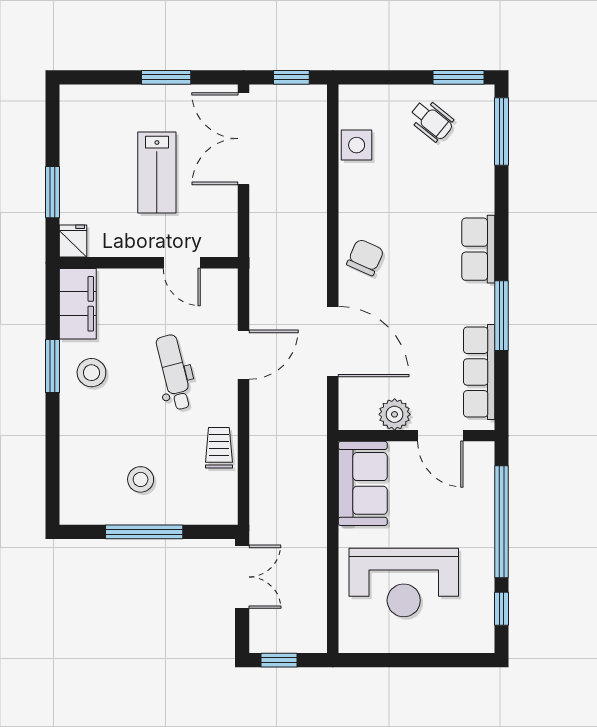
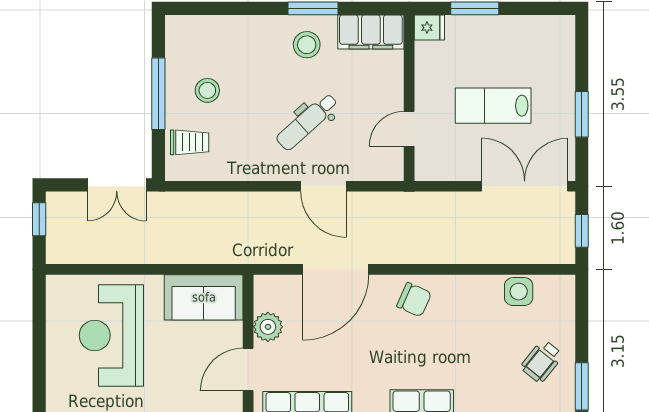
dental chair: (174, 372) -> (307, 122), turned 152
trolley: (219, 448) -> (190, 142), moved

